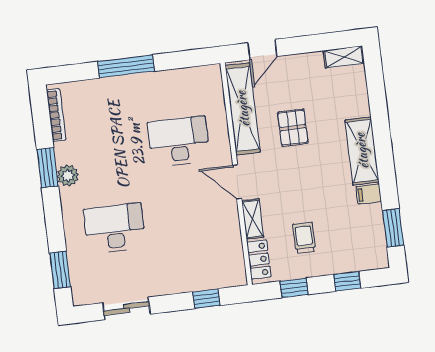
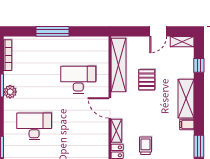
door: (262, 50) -> (158, 31), moved
window: (377, 93) -> (199, 65), added

